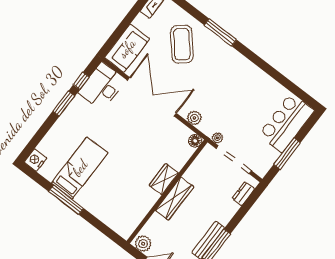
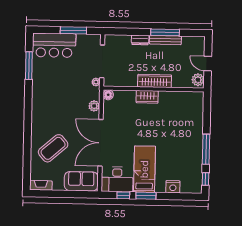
window: (220, 32) -> (29, 66), moved
nightstand: (35, 160) -> (173, 187), moved
bed: (80, 168) -> (144, 169), moved, turned 90
window: (36, 177) -> (205, 179), added
dresser: (243, 194) -> (140, 40), moved

